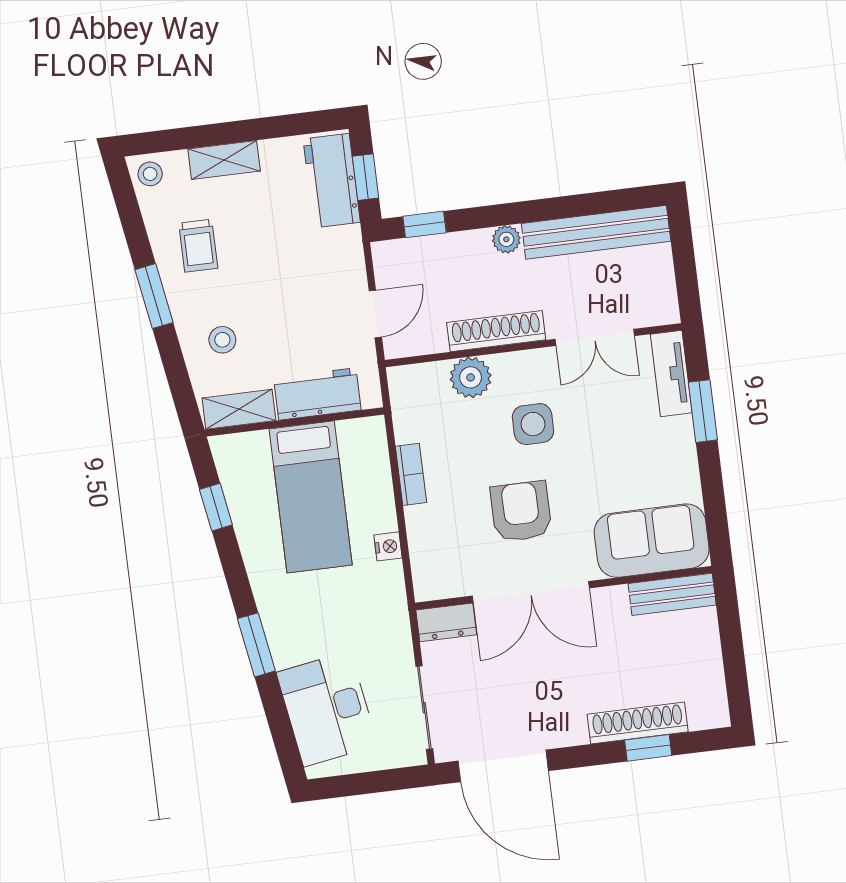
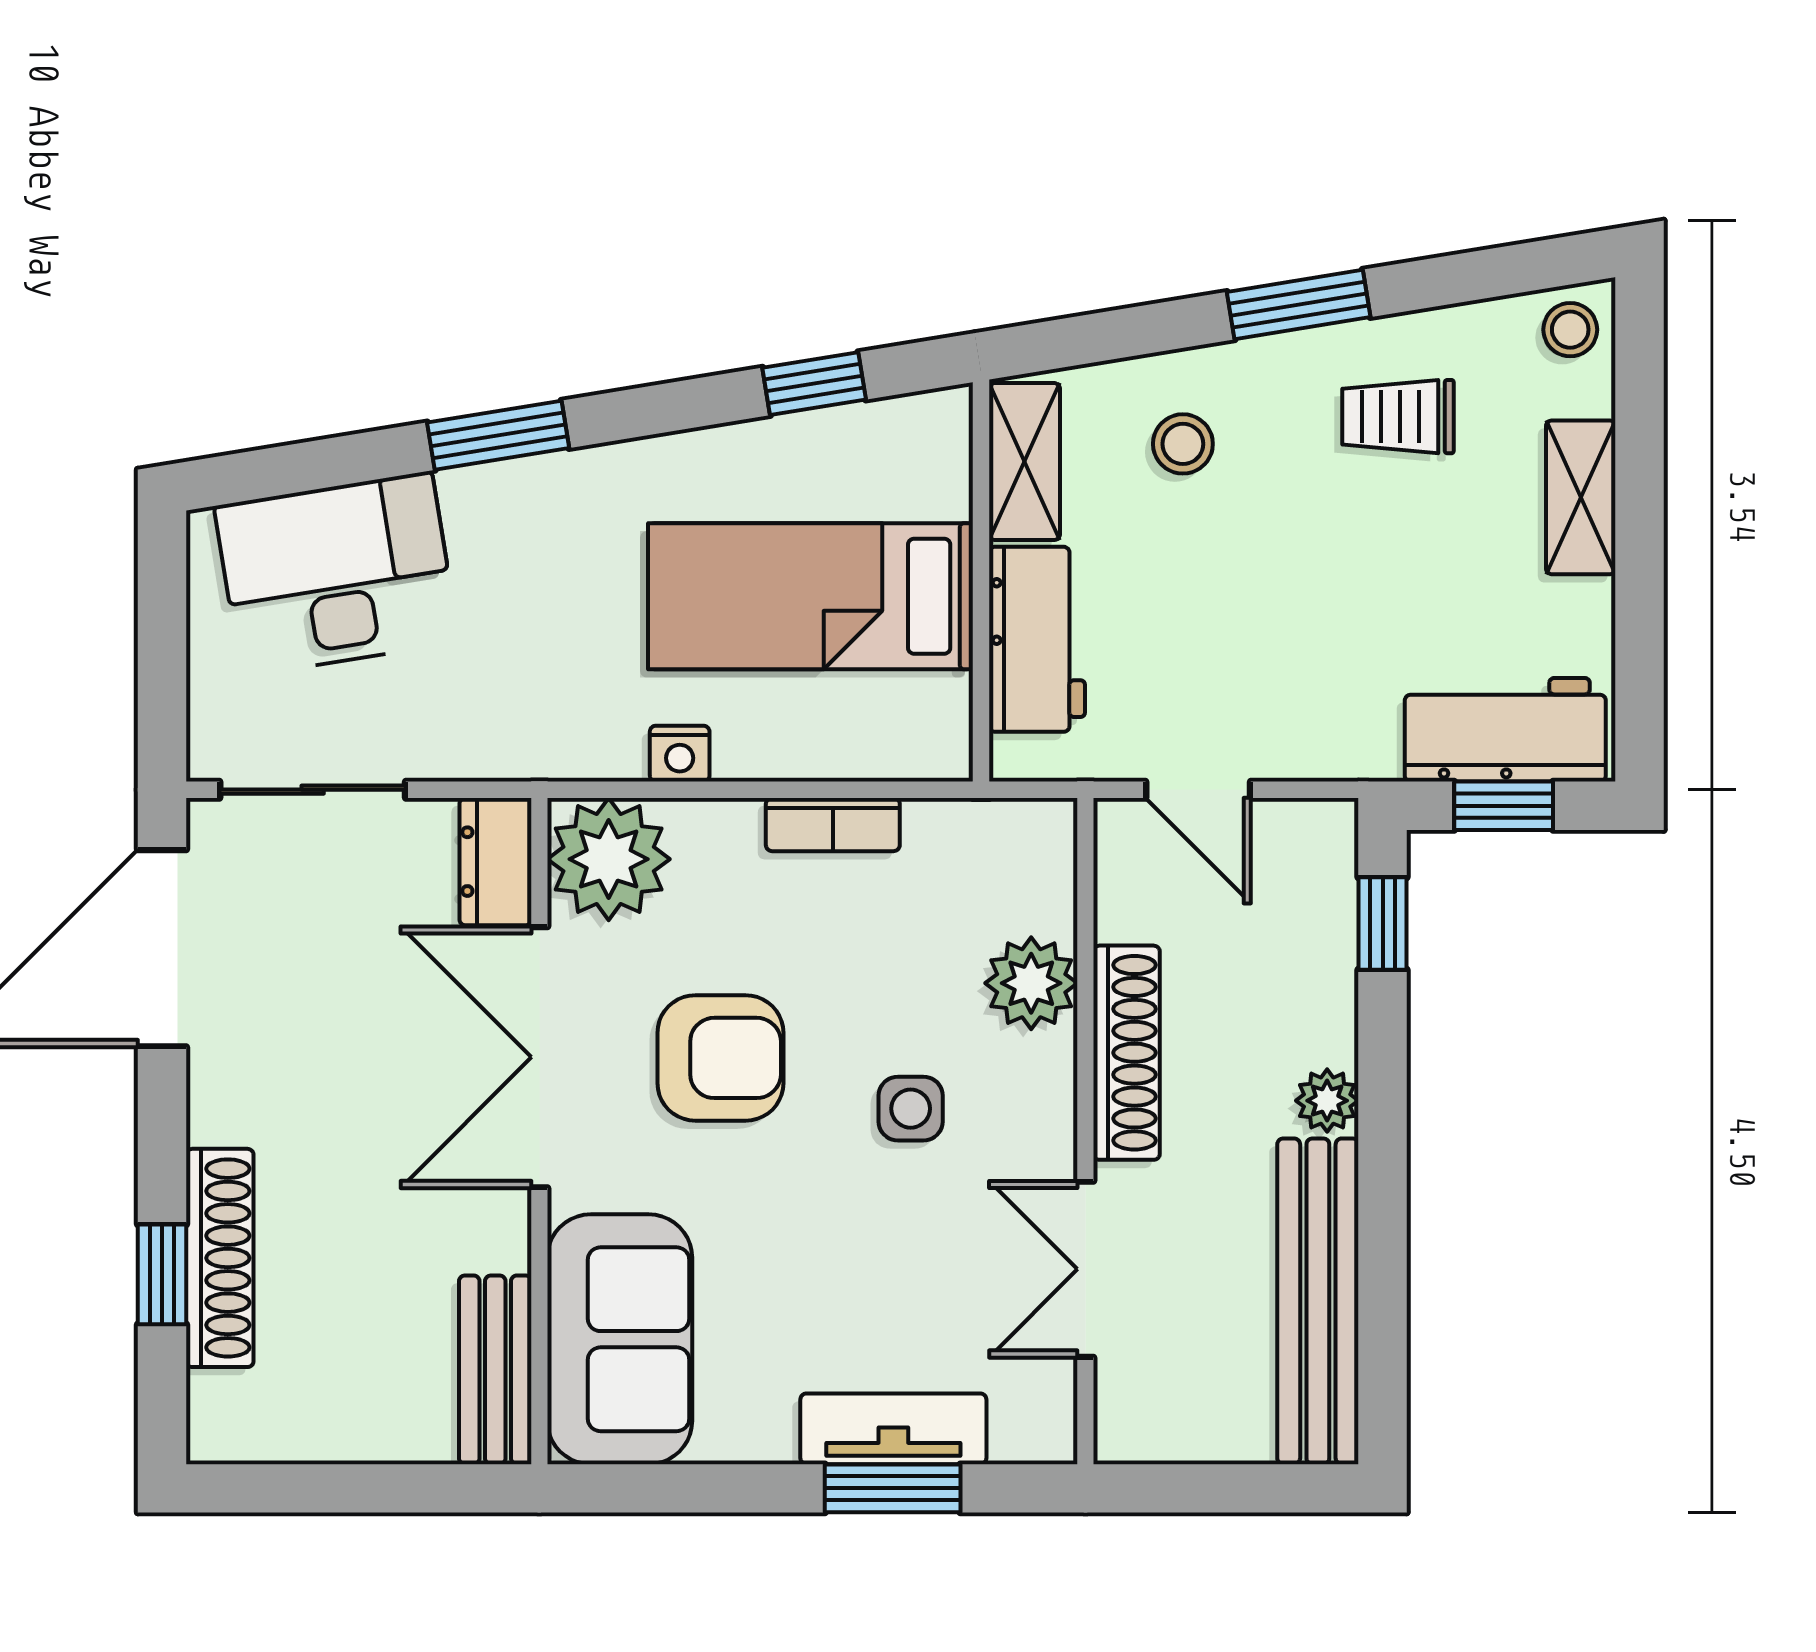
tv unit: (671, 373) -> (893, 1429), moved
side table: (533, 424) -> (911, 1109), width x0.73, depth x0.73
plant: (439, 572) -> (609, 859), added

